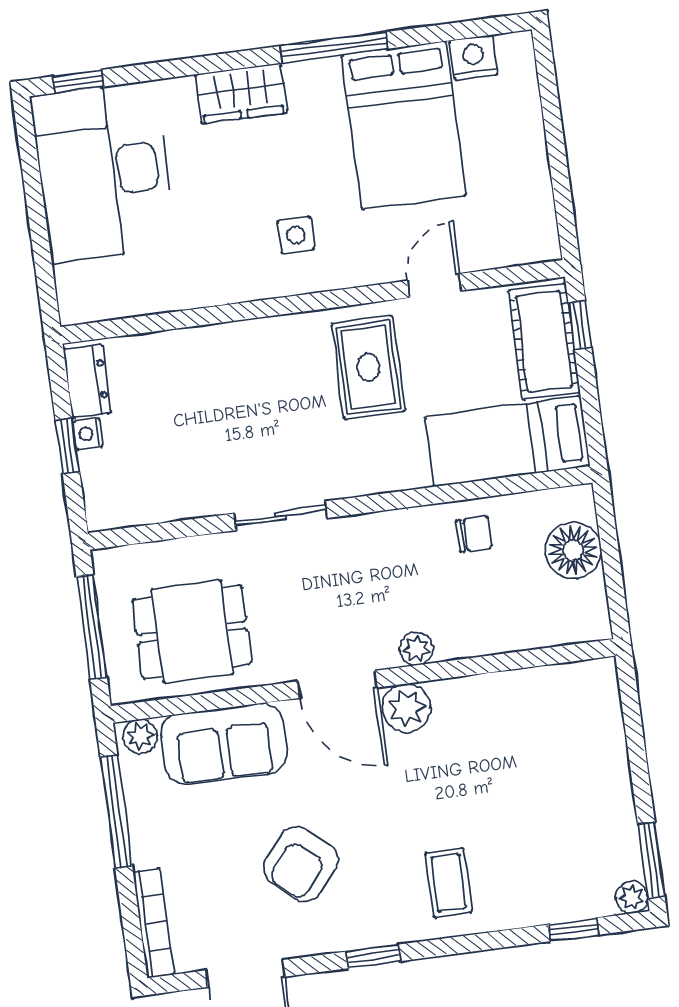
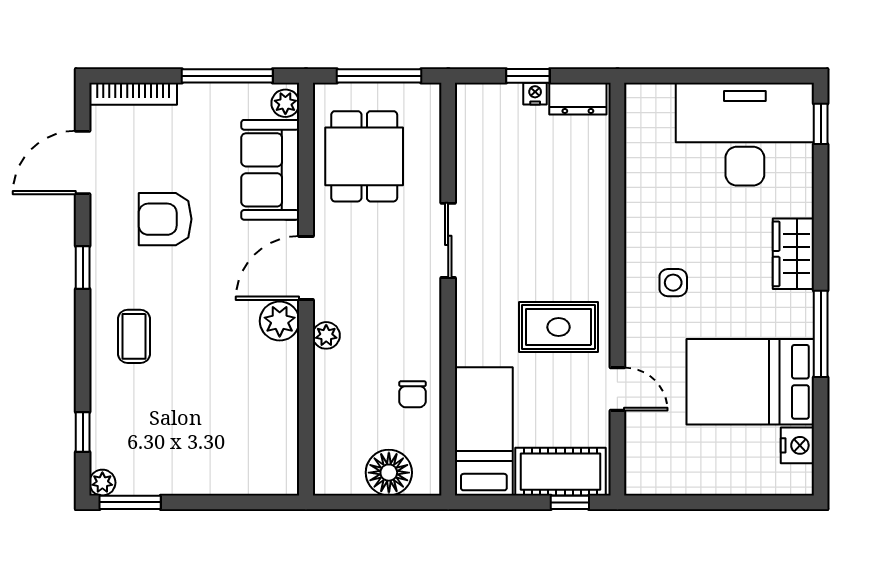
armchair: (301, 864) -> (165, 219), turned -40
coffee table: (449, 883) -> (134, 336), turned 90

